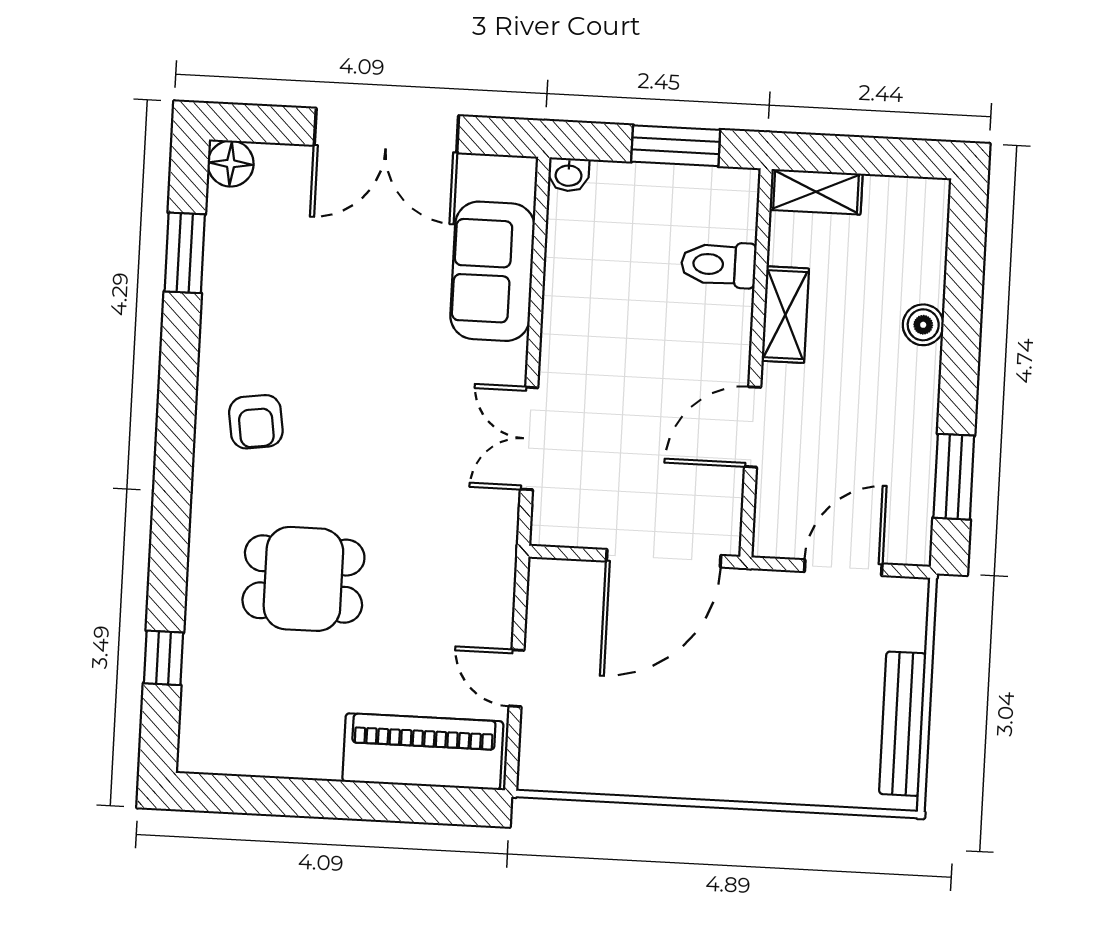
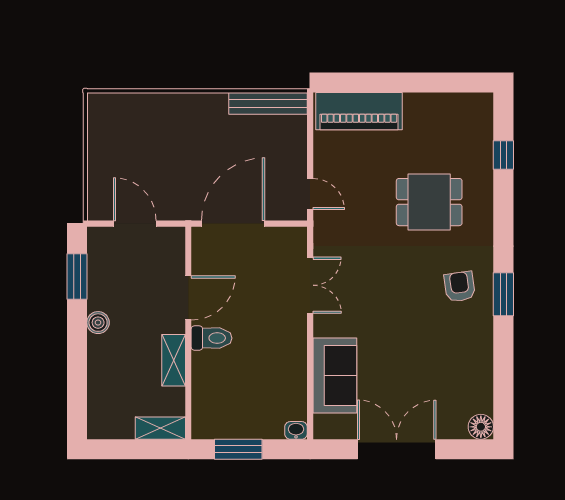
window: (185, 253) -> (503, 294), moved
toilet: (719, 264) -> (212, 338), moved
boiler: (923, 325) -> (98, 323), moved
door: (843, 568) -> (135, 224), swing flipped
door: (516, 678) -> (310, 194), moved
bench: (903, 724) -> (268, 103), moved, turned 90

